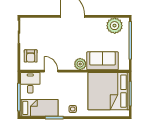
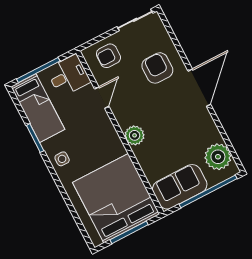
armchair: (51, 33) -> (157, 68), added
sofa: (103, 61) -> (180, 187), moved, turned -90

